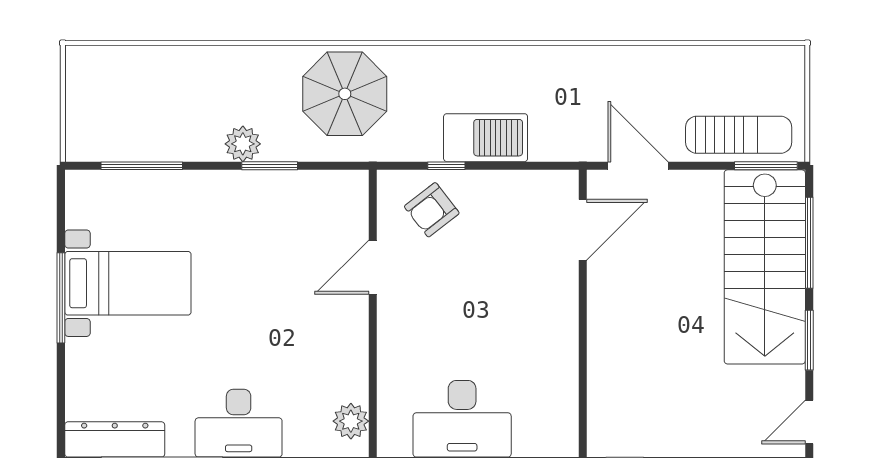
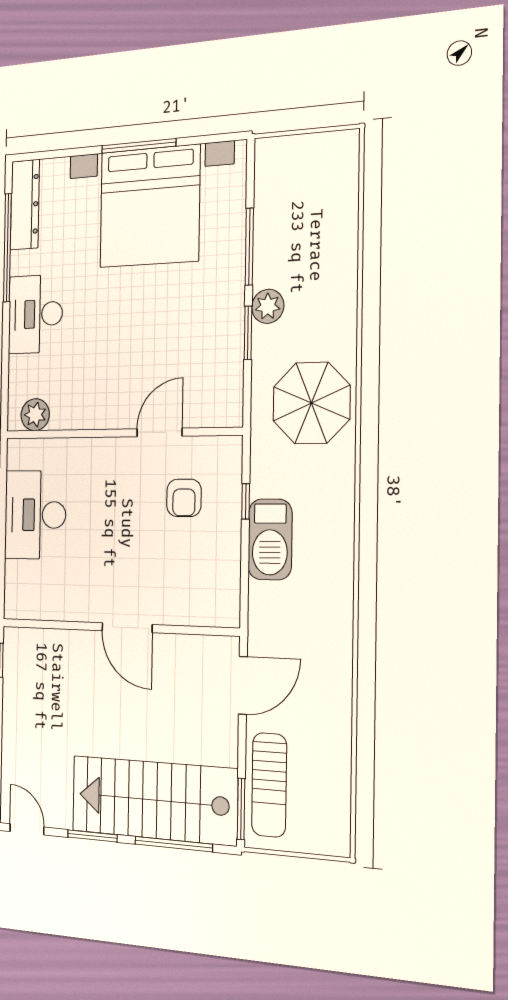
window: (142, 166) -> (249, 247), moved
armchair: (432, 210) -> (184, 498), moved, turned -142
door: (583, 230) -> (127, 628), moved
door: (373, 267) -> (159, 432), hinge flipped
bed with nightstands: (128, 283) -> (150, 206), width x1.85

